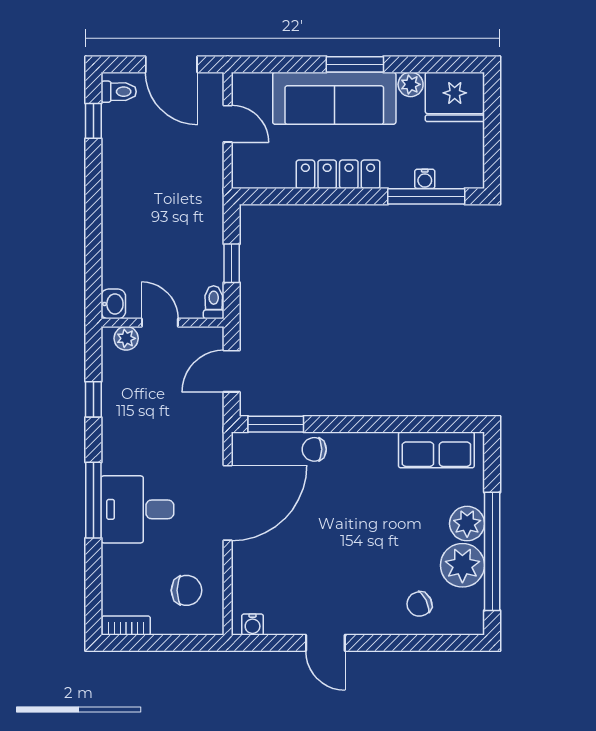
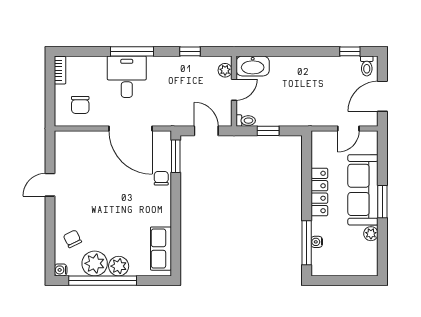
fridge: (455, 97) -> (364, 259), removed
washbasin: (113, 304) -> (253, 66), width x1.91, depth x1.45
water cooler: (253, 625) -> (61, 270), moved

